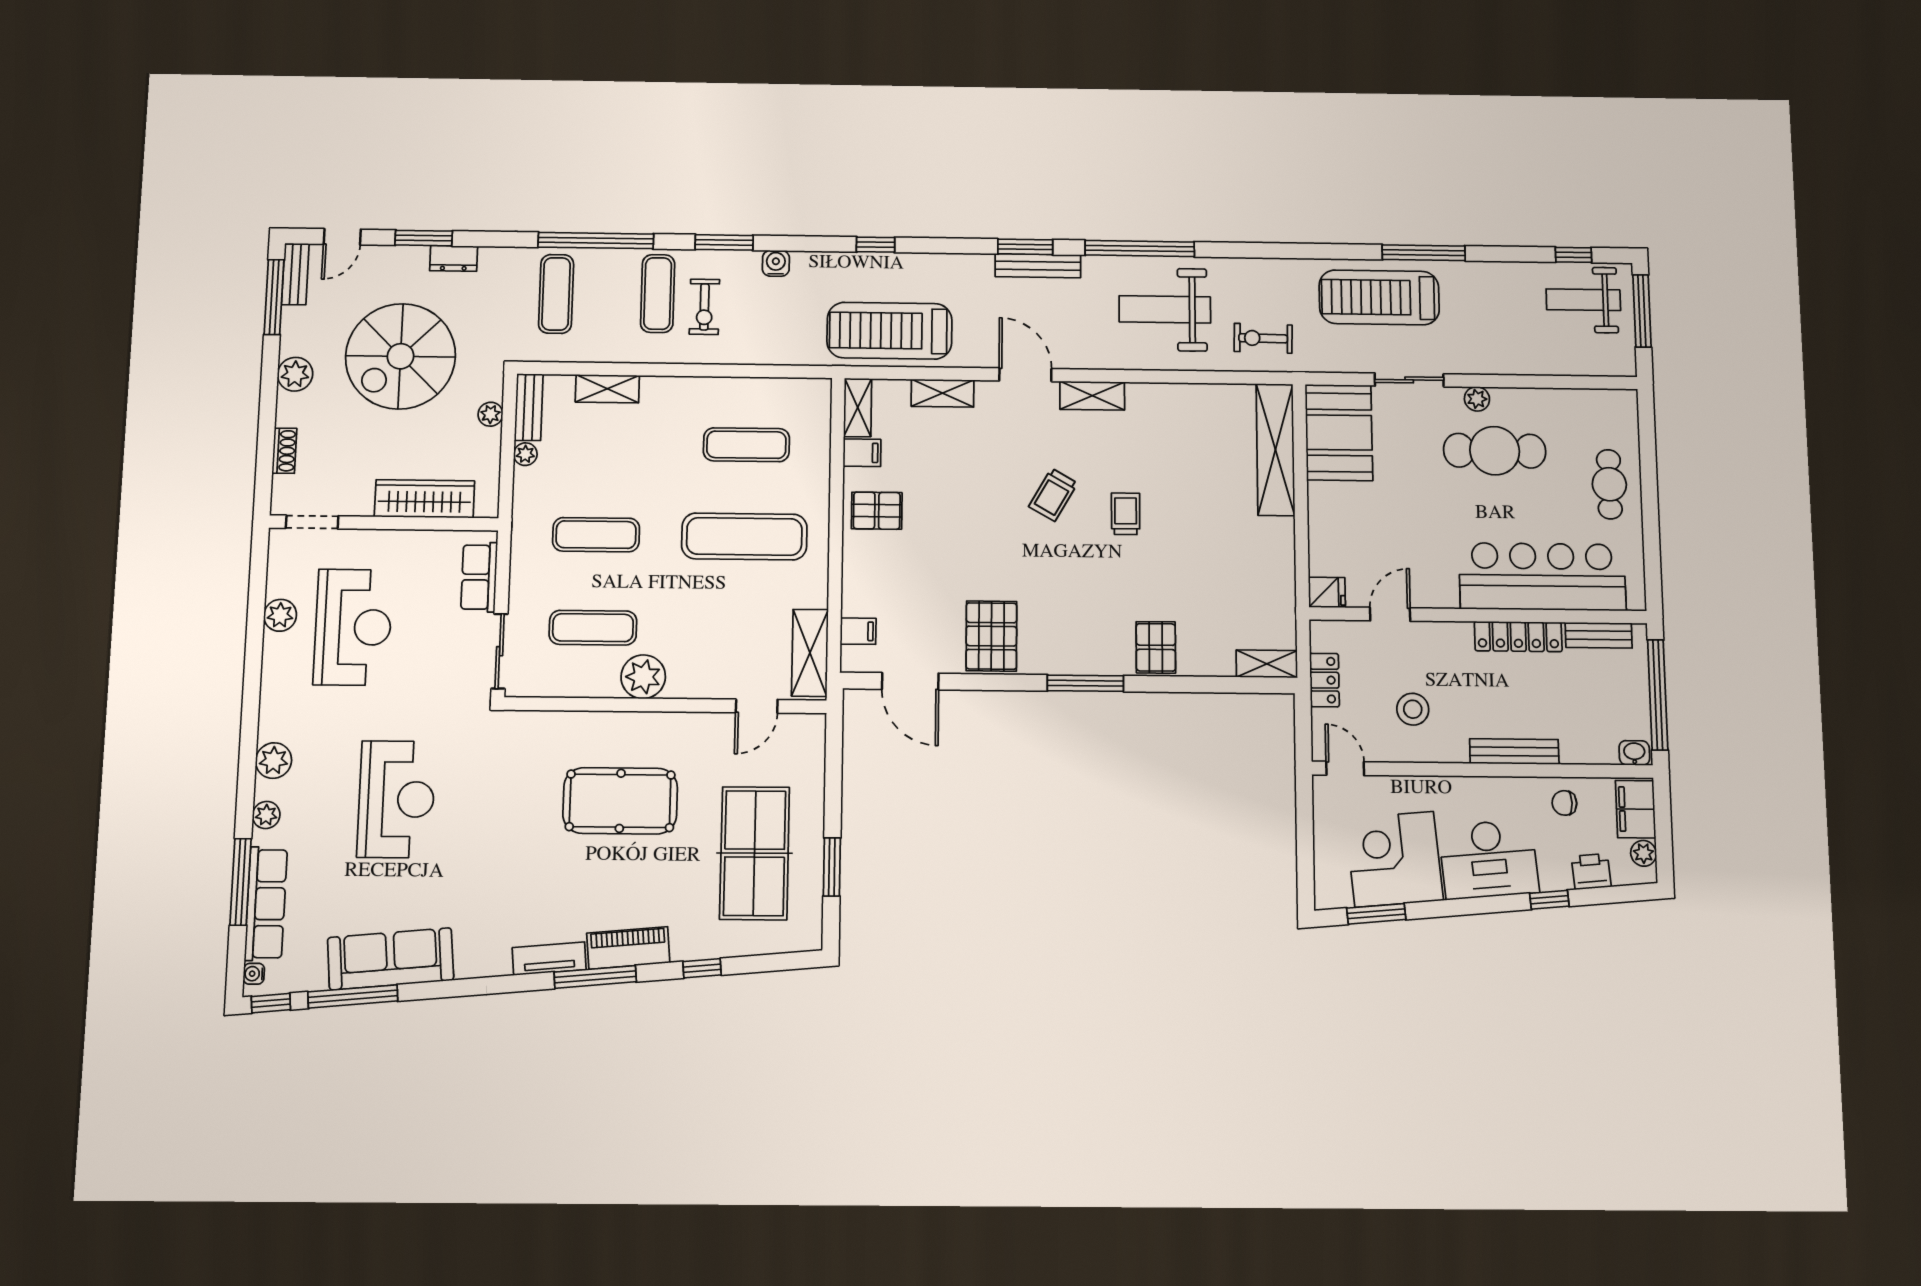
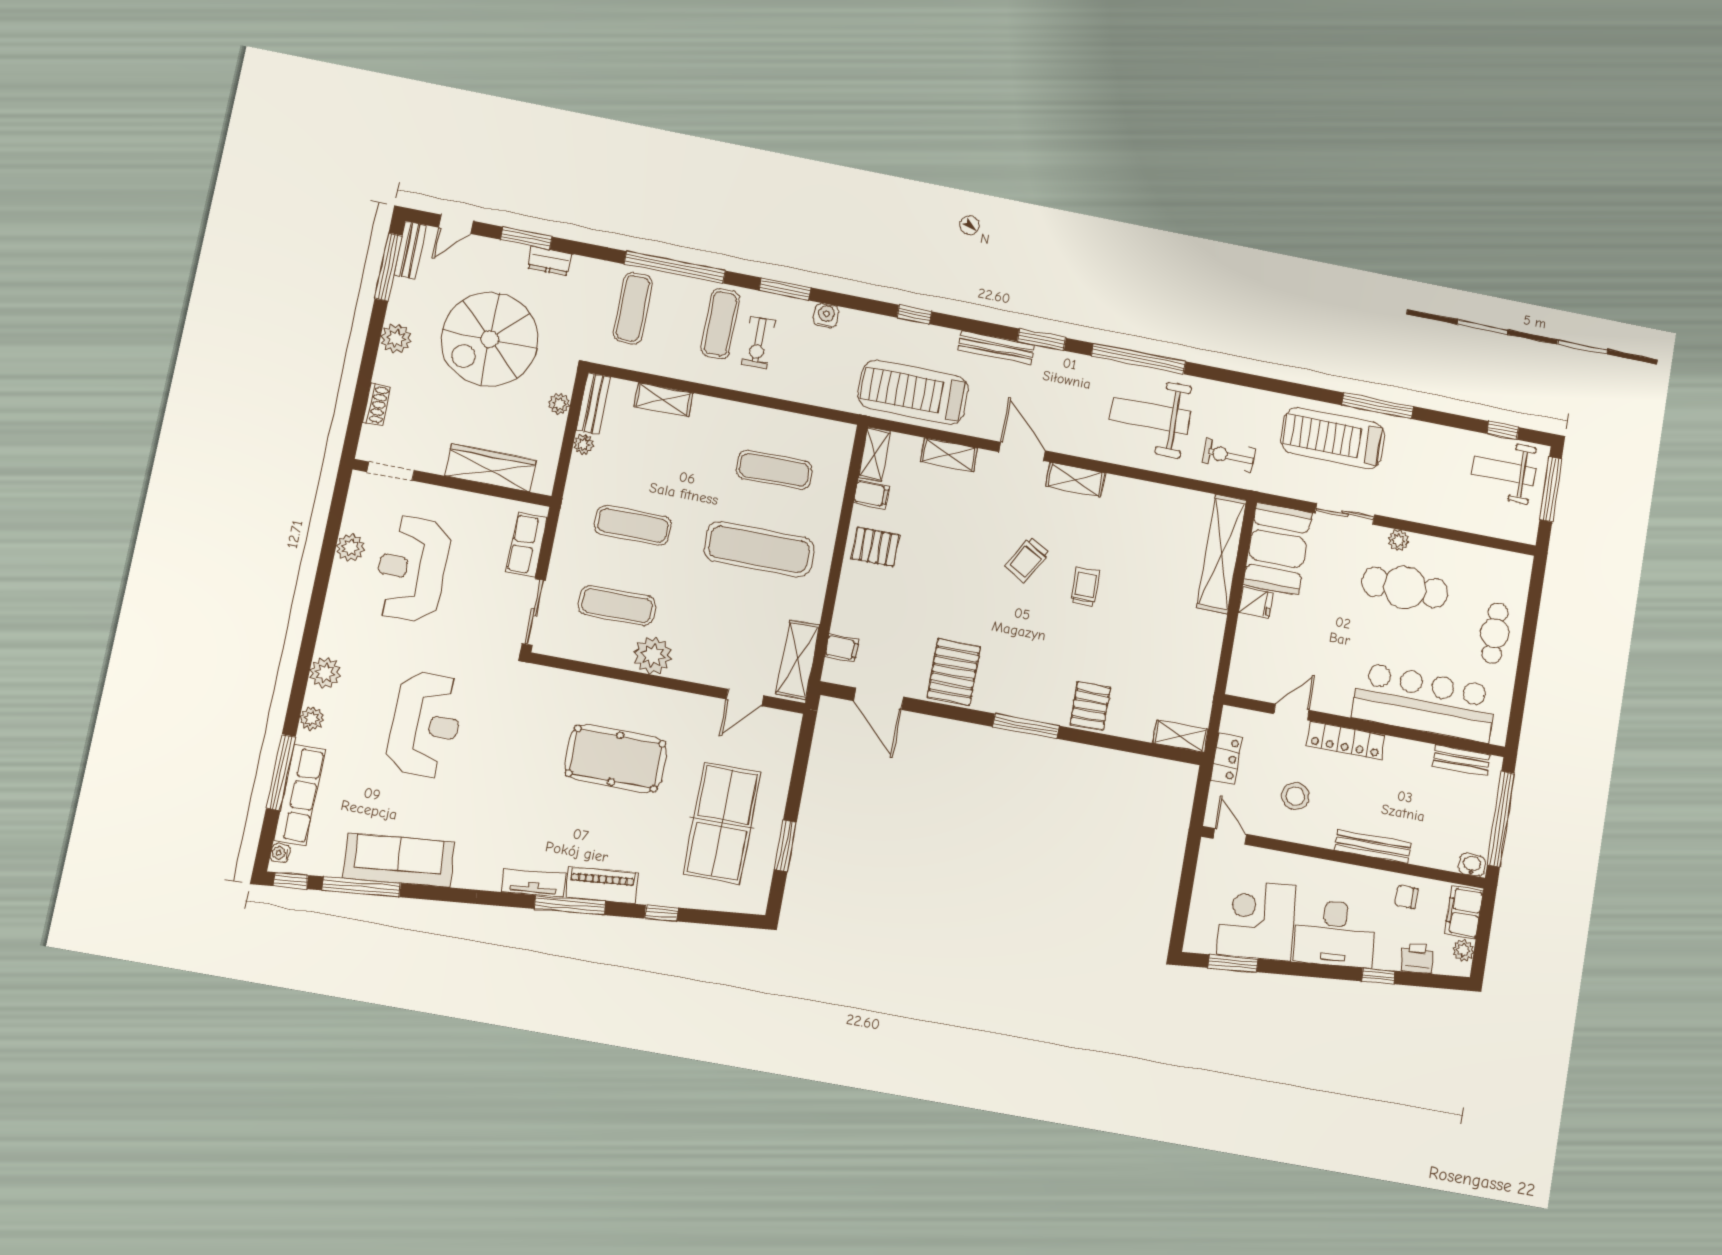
bench: (1038, 266) -> (996, 348), moved
fridge: (1327, 592) -> (1256, 602), moved
reception desk: (353, 627) -> (412, 569), turned 180
locker: (1518, 637) -> (1346, 740), moved

